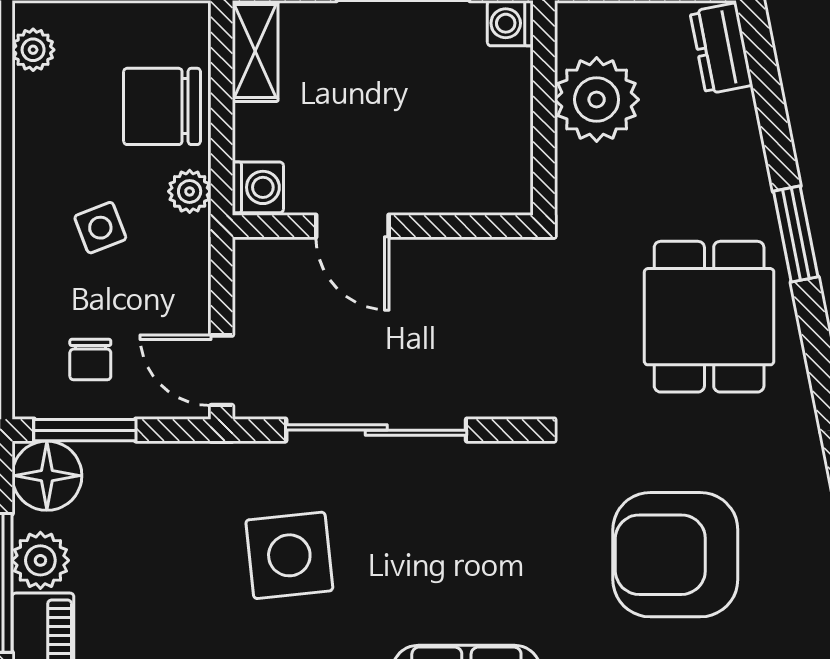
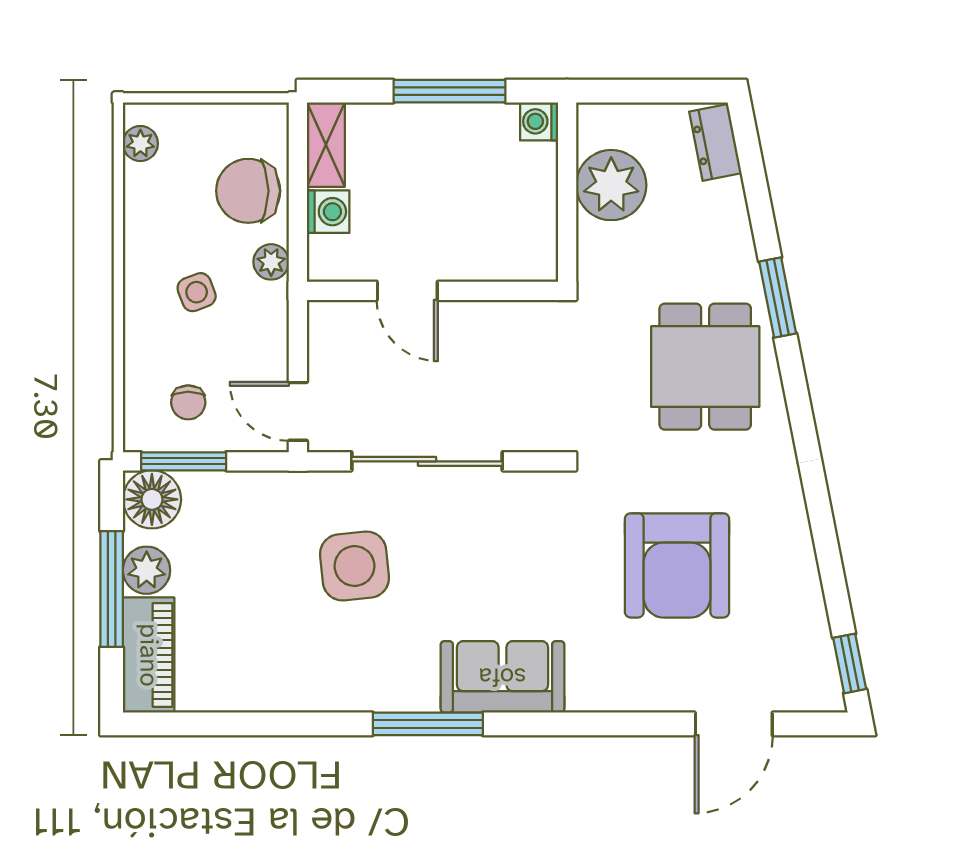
washing machine: (258, 187) -> (328, 212), moved
armchair: (675, 555) -> (677, 565), turned -90

